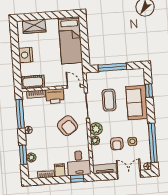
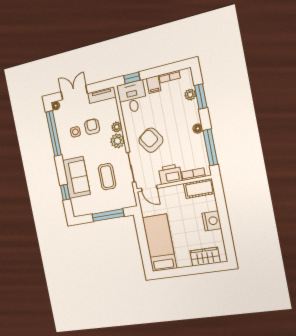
double door: (129, 175) -> (74, 93), swing flipped

